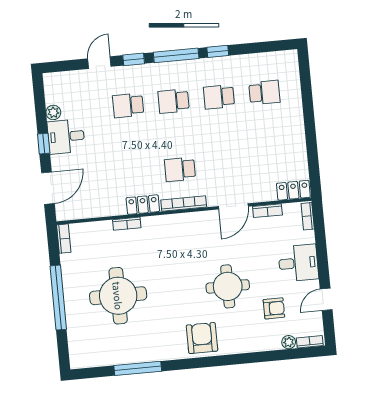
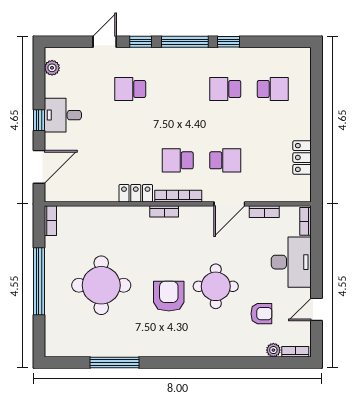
school desk: (174, 101) -> (225, 160), moved, turned 180
plant: (53, 112) -> (52, 68), moved
locker: (293, 190) -> (302, 158), moved, turned -90
bookcase: (127, 224) -> (164, 211), moved
desk: (298, 263) -> (291, 262), width x1.37
armchair: (202, 338) -> (169, 296), moved

